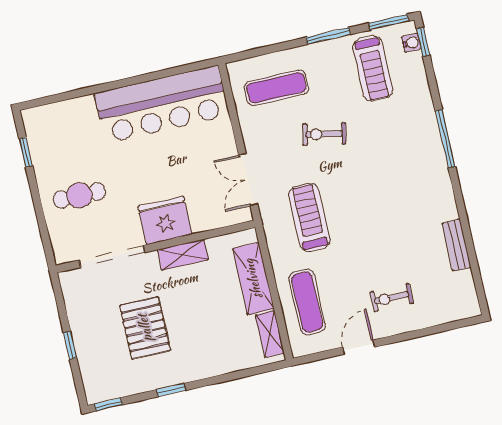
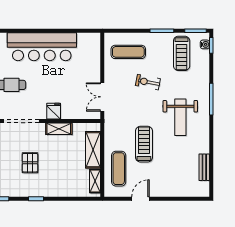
bar counter: (162, 104) -> (42, 47), moved
weight bench: (397, 184) -> (180, 117), added
treadmill: (309, 218) -> (144, 144), moved
fridge: (165, 220) -> (54, 111), width x0.53, depth x0.75
bench: (456, 245) -> (204, 167), moved
exercise bike: (392, 298) -> (164, 177), removed
pallet: (145, 328) -> (30, 163), width x0.67, depth x0.71

